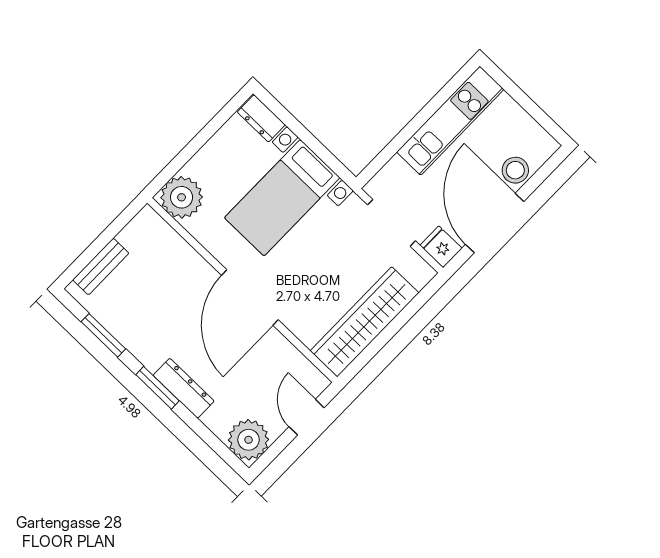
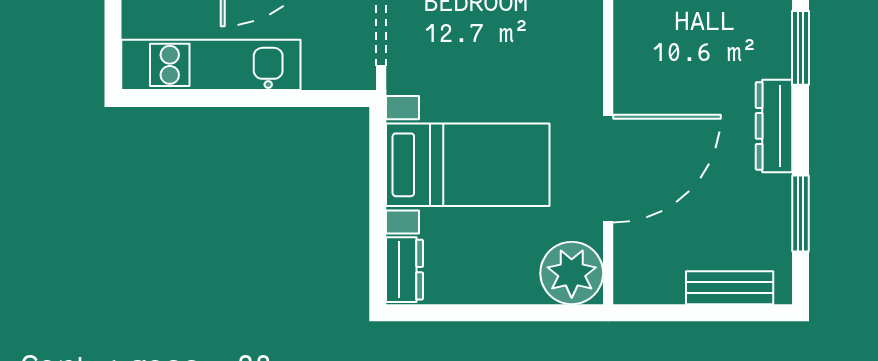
door: (250, 297) -> (608, 169), moved
window: (158, 388) -> (801, 48), moved
dresser: (184, 388) -> (774, 126), moved

